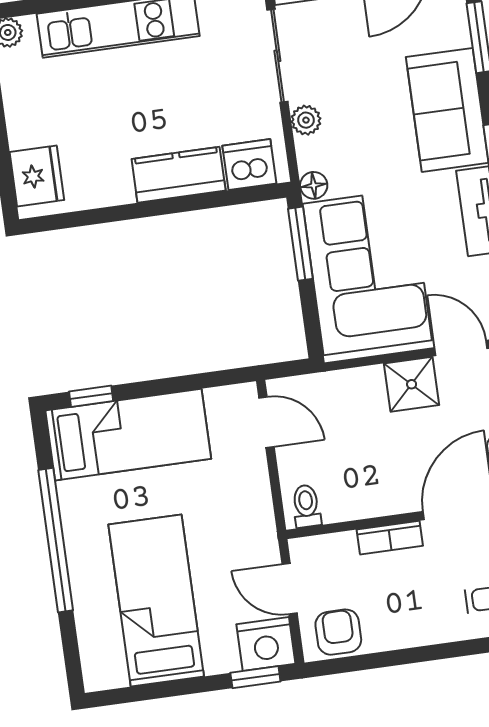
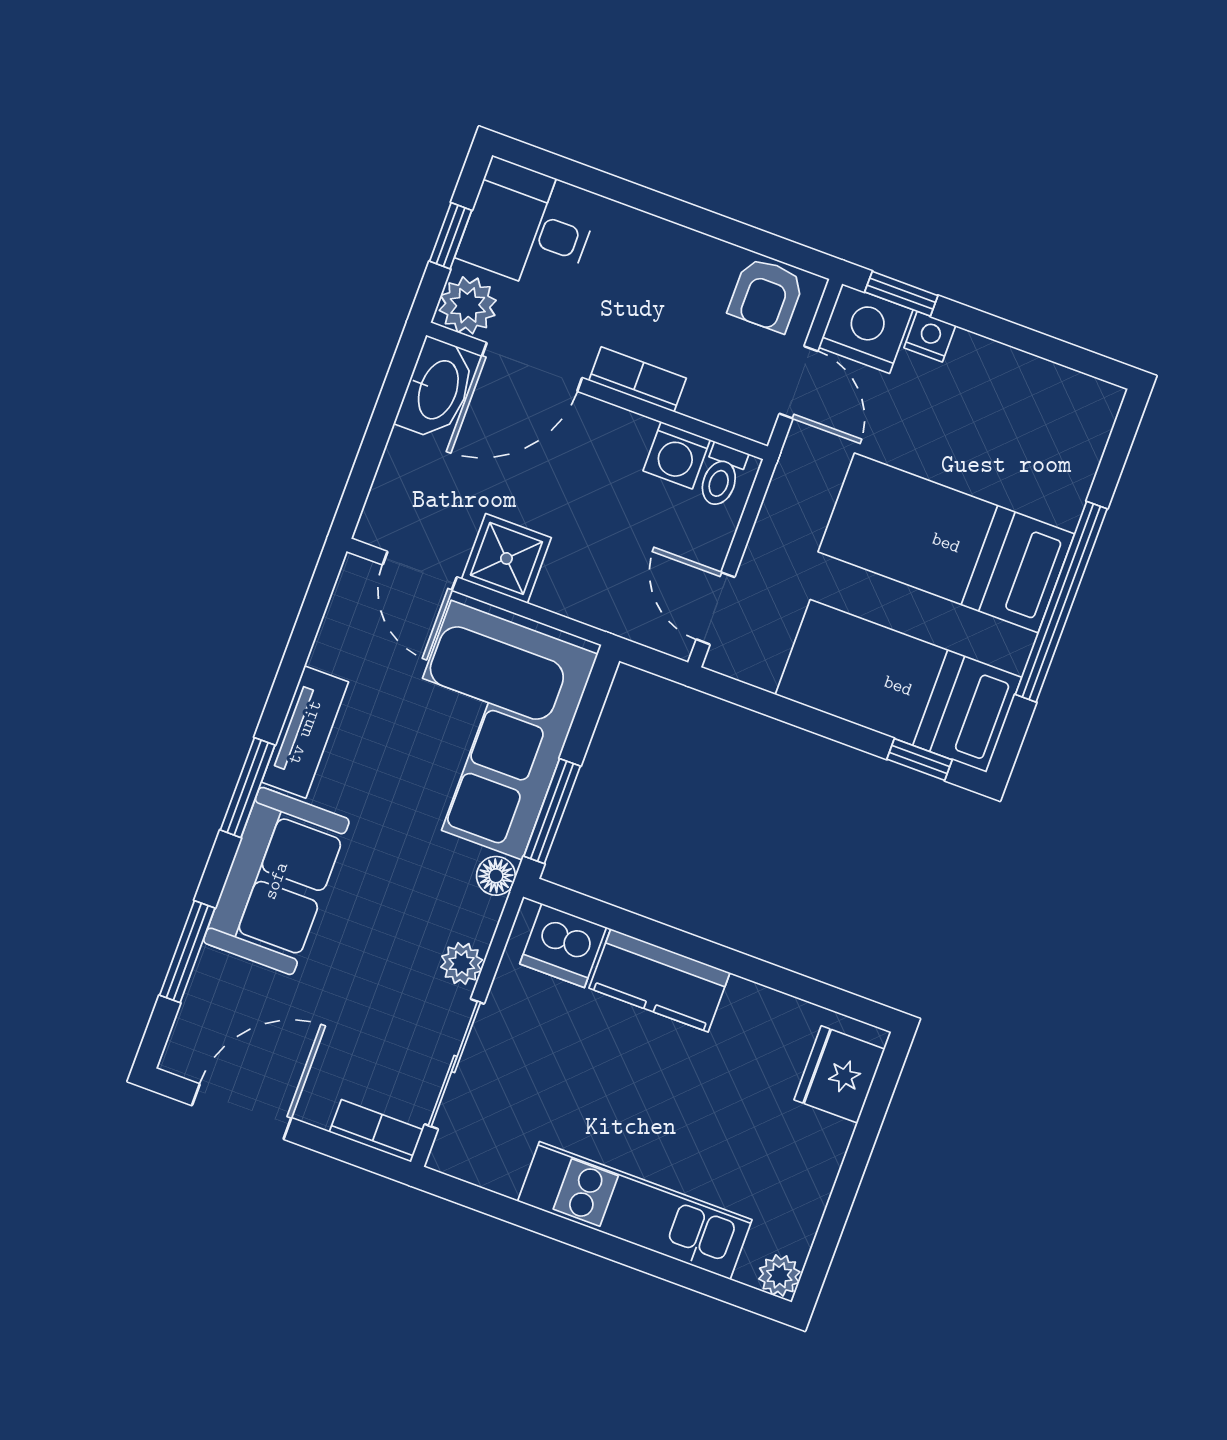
washing machine: (341, 504) -> (677, 455), added
bed: (156, 601) -> (946, 543), moved, turned 90
nightstand: (224, 660) -> (930, 337), added

